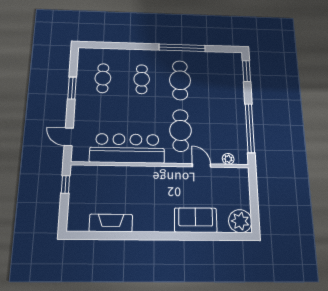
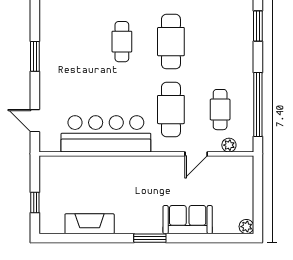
cafe table: (103, 78) -> (220, 110), moved
door: (201, 165) -> (196, 154), swing flipped
window: (65, 184) -> (35, 202), moved
plant: (240, 221) -> (246, 227), width x0.53, depth x0.53
window: (163, 236) -> (150, 238), added

